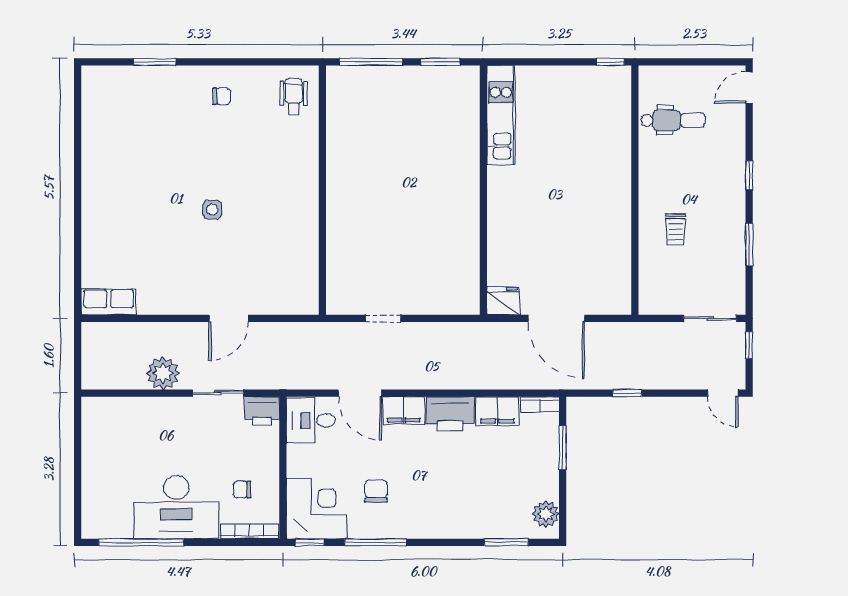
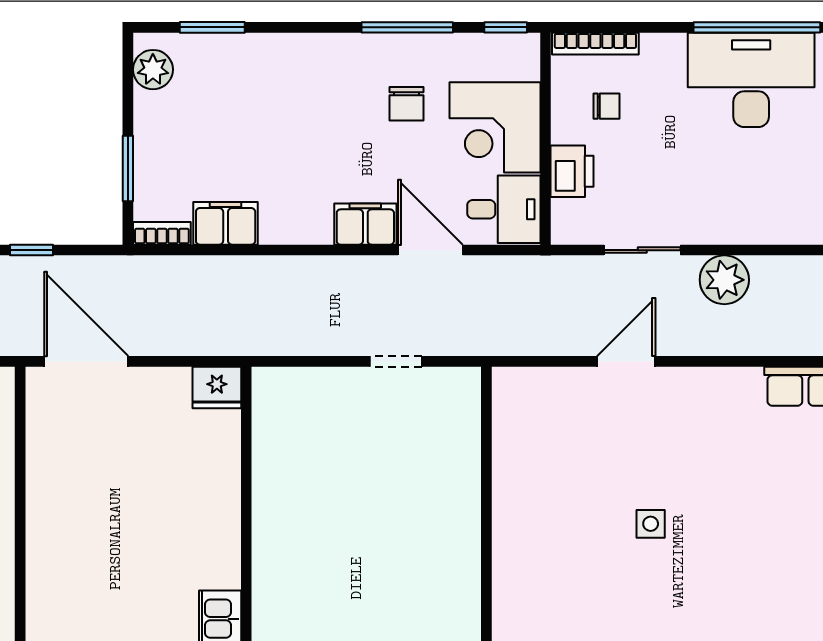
door: (556, 318) -> (86, 361), moved
printer: (262, 411) -> (572, 171), moved, turned 90
printer: (450, 414) -> (296, 219), removed
desk: (176, 507) -> (751, 80), moved
corner desk: (317, 508) -> (495, 127), moved

